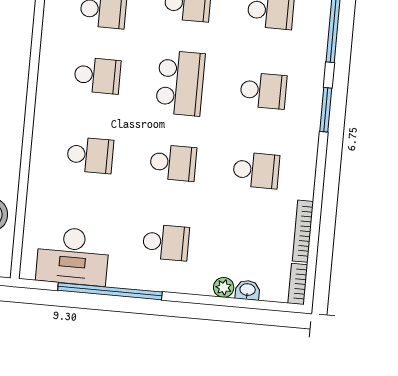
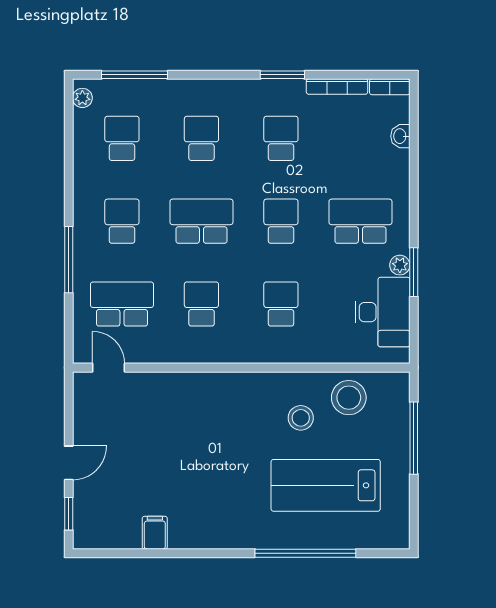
window: (326, 110) -> (282, 75), moved
school desk: (166, 242) -> (360, 221), width x1.85
plant: (224, 287) -> (400, 265), moved
window: (110, 291) -> (414, 272), width x0.47

